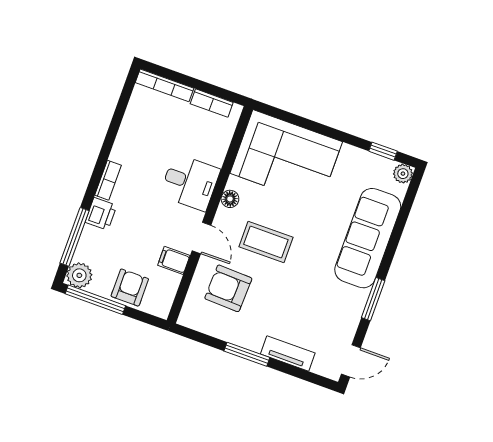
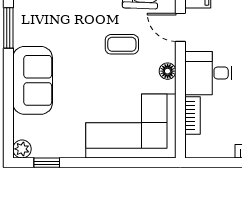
bookcase: (212, 103) -> (192, 116), moved, turned 90
sofa: (368, 238) -> (33, 80), width x0.73
coffee table: (266, 242) -> (122, 44), width x0.73, depth x0.77

